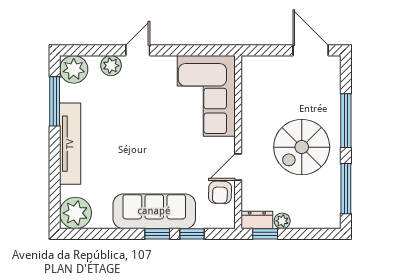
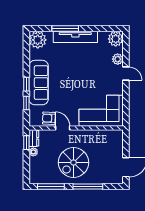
window: (55, 101) -> (65, 29), moved
spiral stairs: (302, 147) -> (73, 163), turned -90

